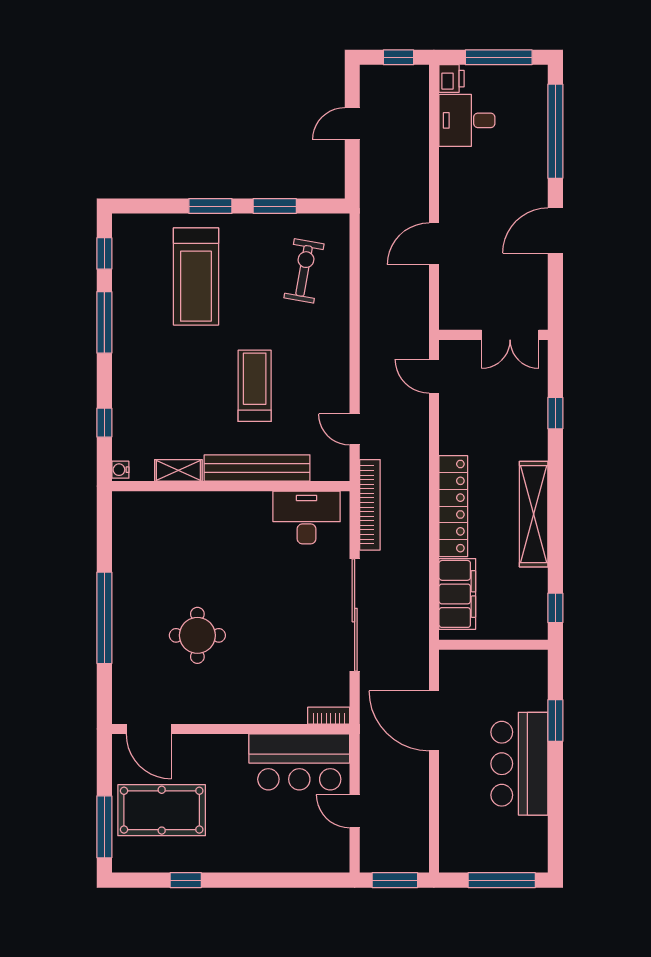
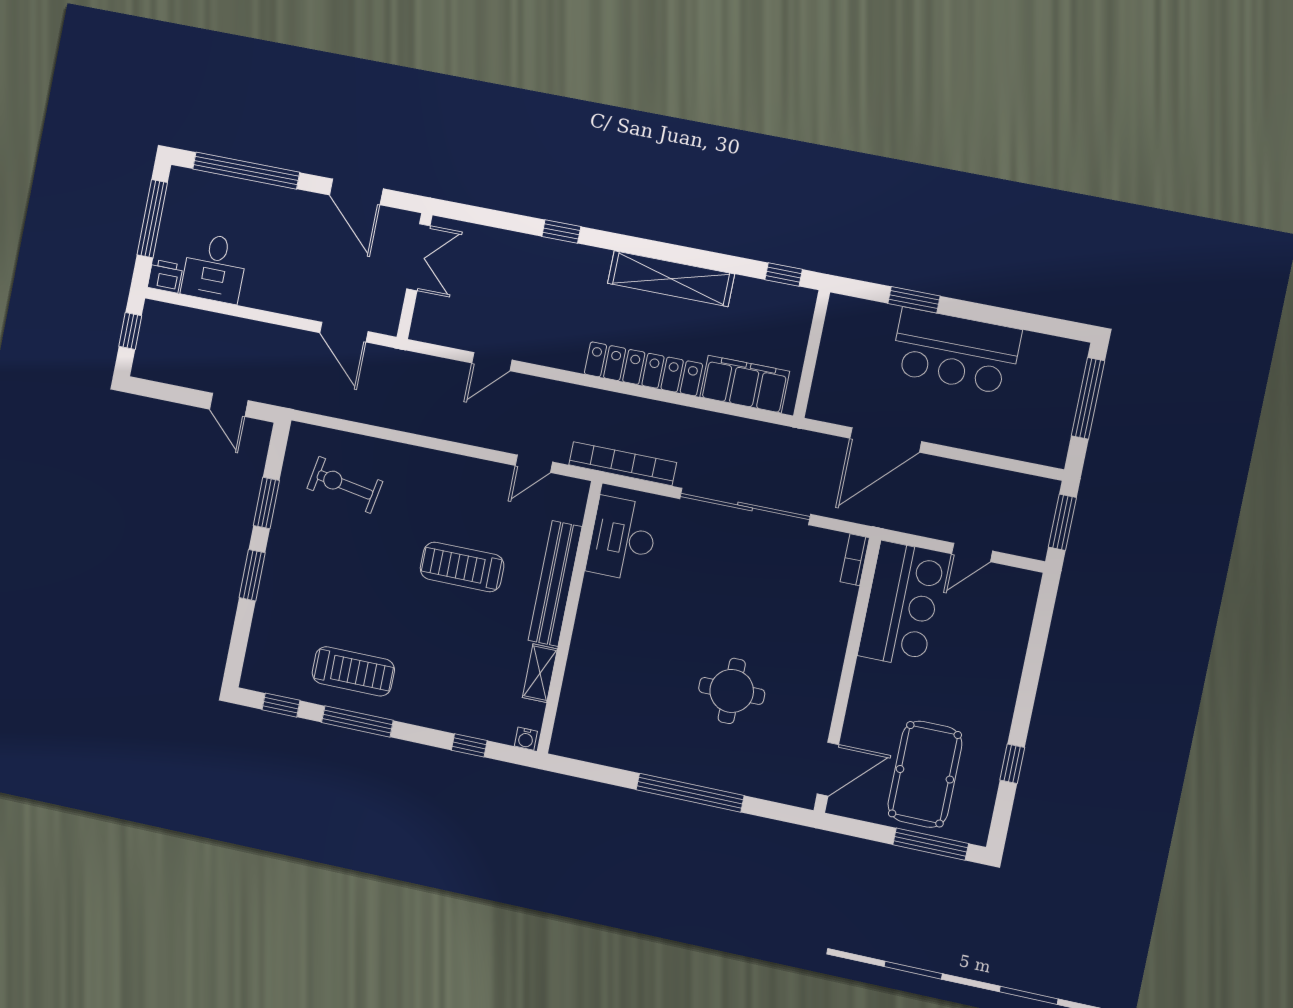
door: (352, 124) -> (229, 405), moved
treadmill: (196, 276) -> (353, 671), moved, width x0.73, depth x0.73
wall: (493, 335) -> (415, 276), moved
double door: (510, 335) -> (418, 257), moved

